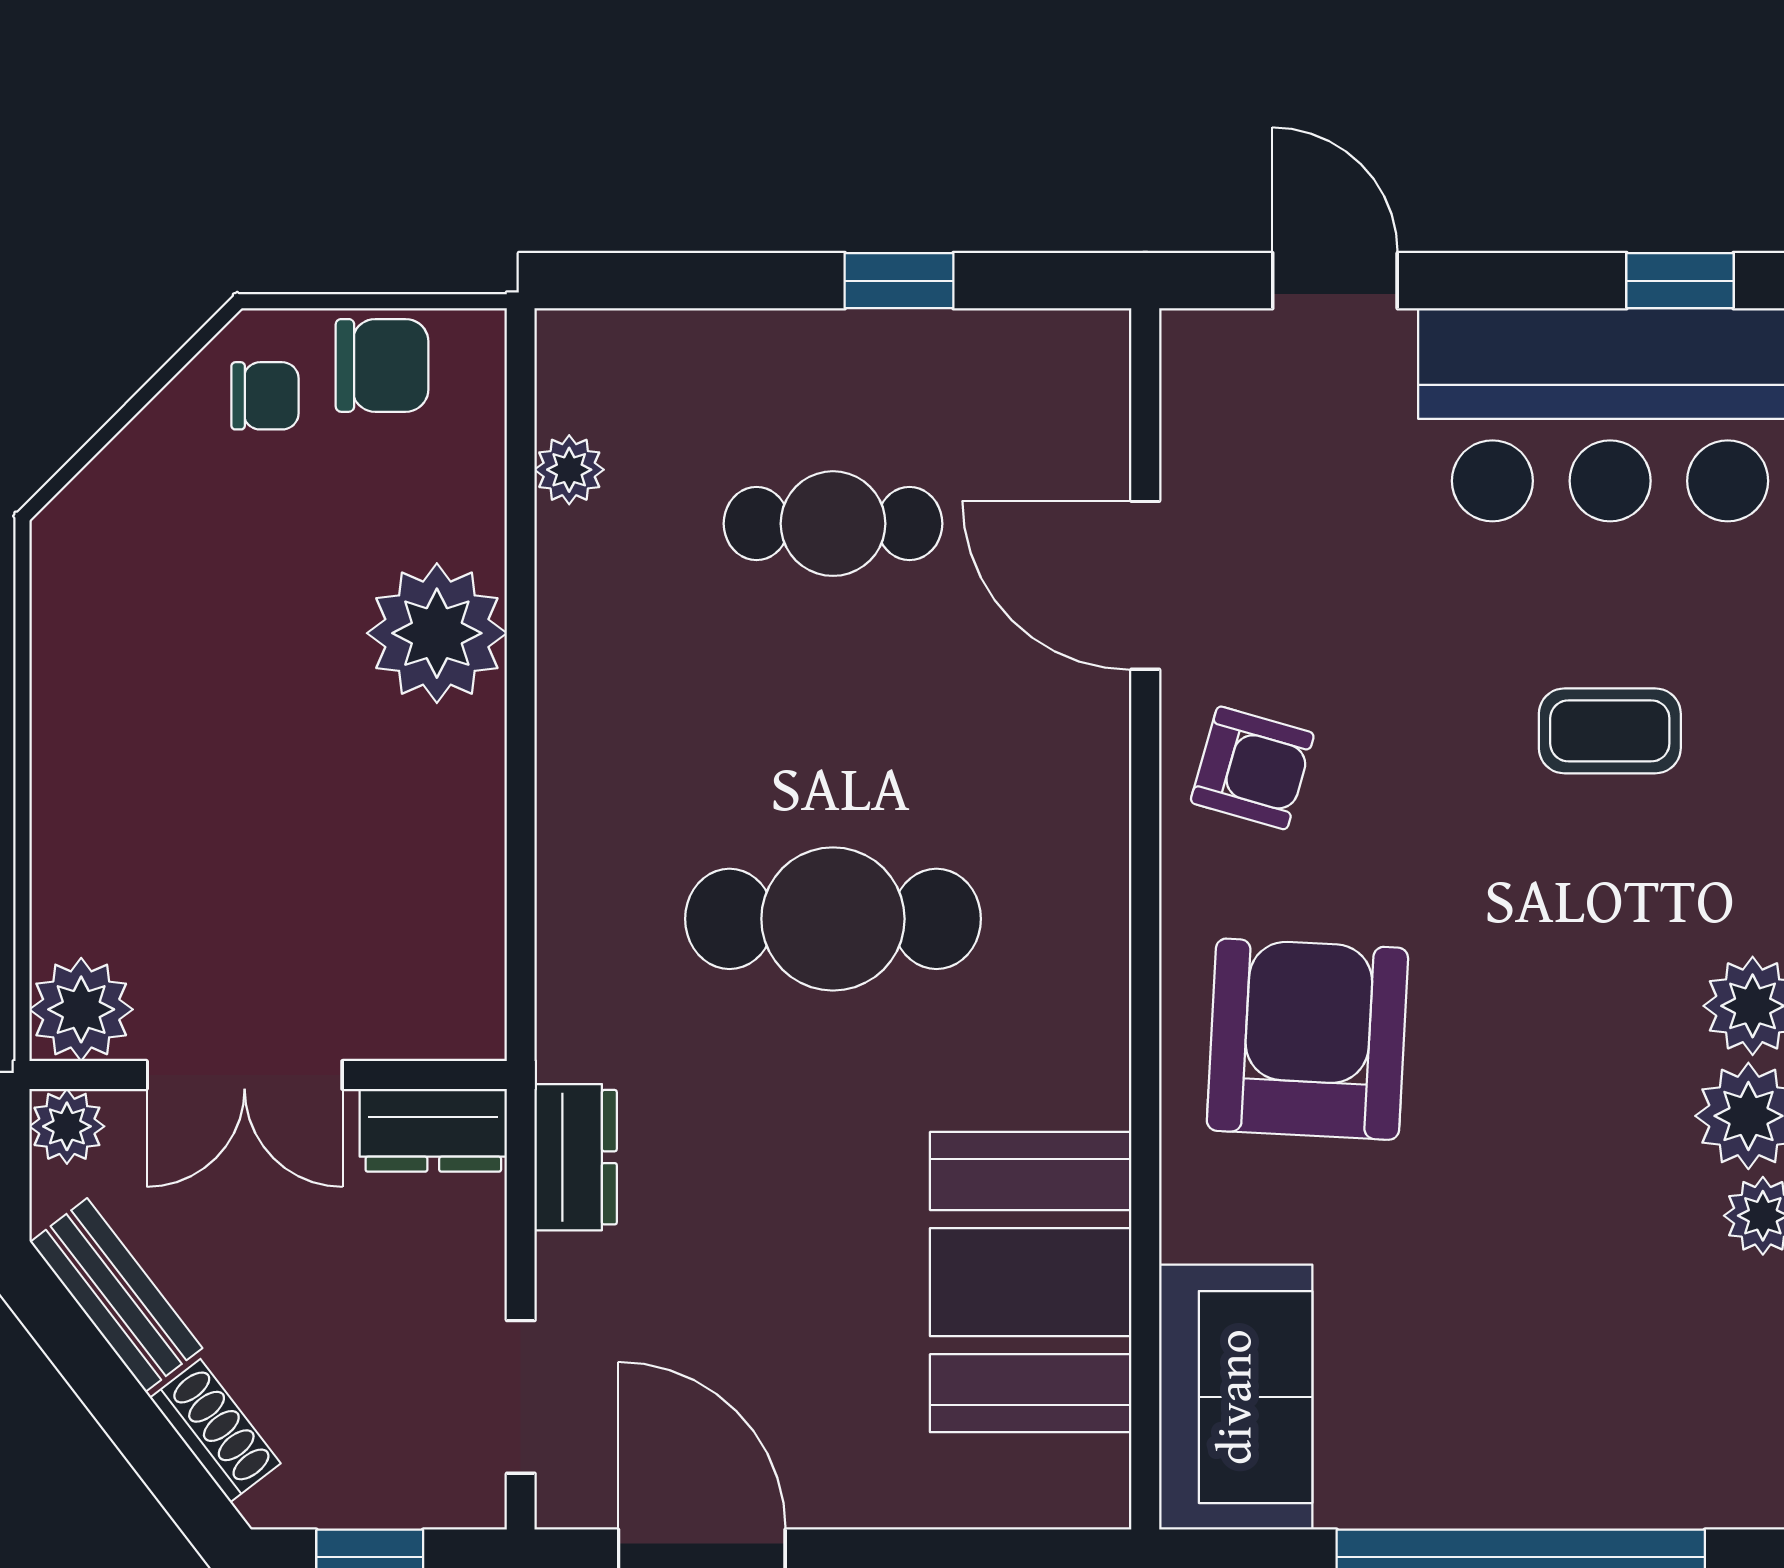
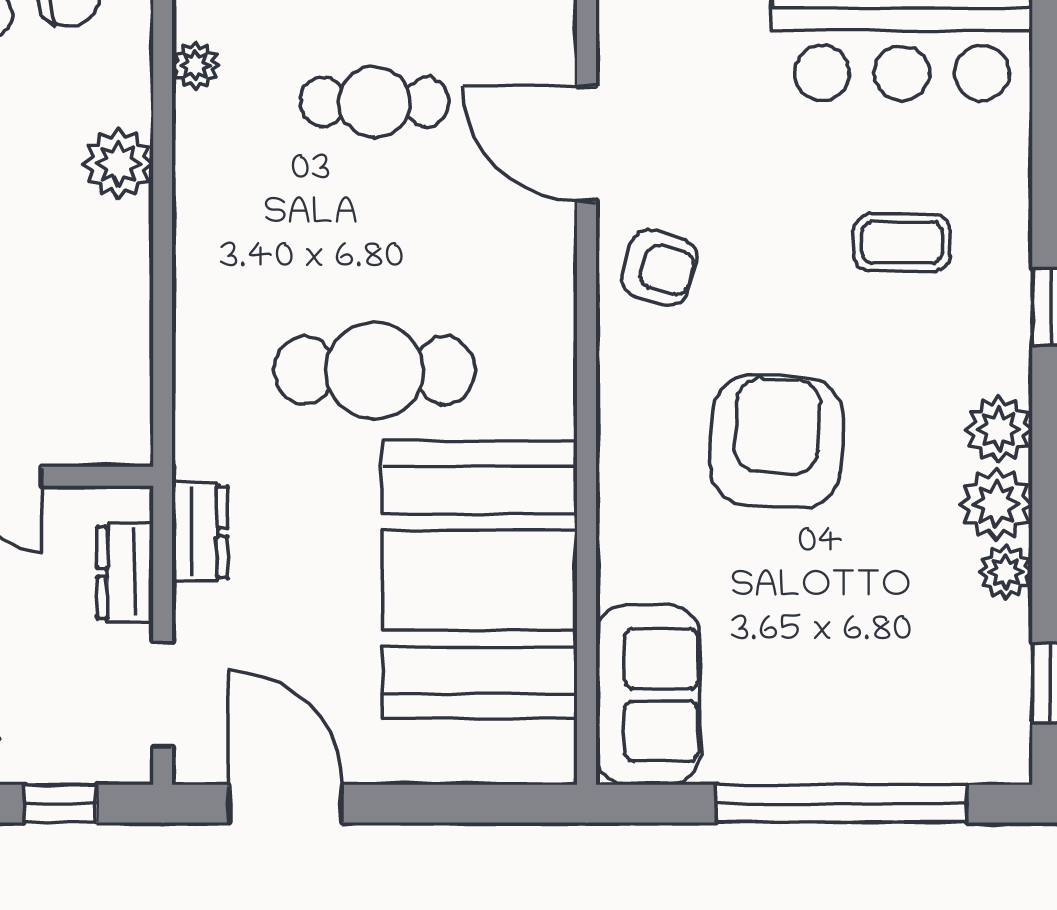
plant: (437, 633) -> (118, 164), width x0.73, depth x0.73
armchair: (1307, 1039) -> (777, 442), moved
dresser: (433, 1130) -> (125, 573), moved, turned 90
booth: (1031, 1282) -> (480, 580), width x1.36, depth x1.42

